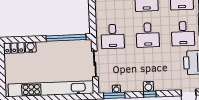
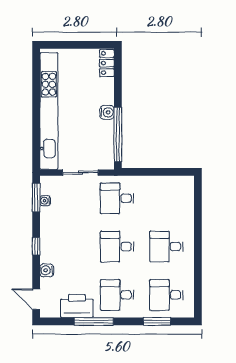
water cooler: (31, 47) -> (107, 112), moved
water cooler: (148, 86) -> (47, 270), moved

